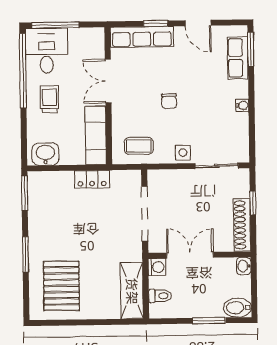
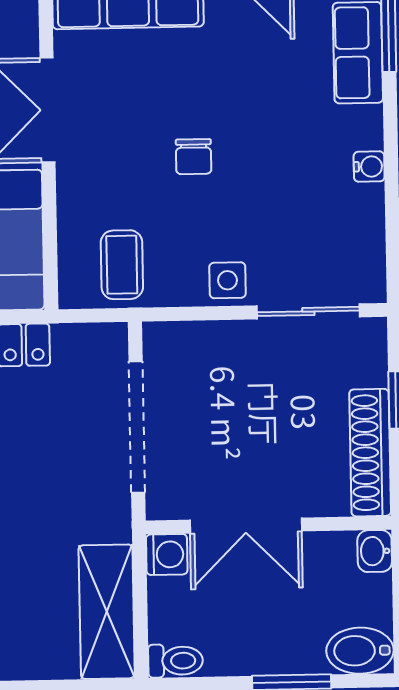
coffee table: (139, 146) -> (122, 265), turned 90
double door: (190, 255) -> (246, 526), swing flipped
toilet: (160, 296) -> (175, 661), moved

